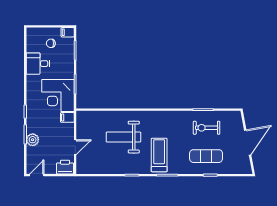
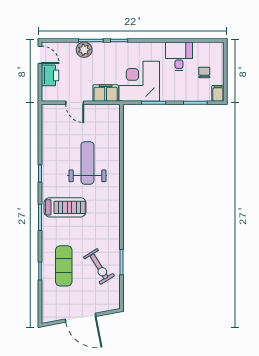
filing cabinet: (67, 117) -> (106, 93), width x2.00
exercise bike: (207, 128) -> (99, 266), turned 148
printer: (65, 167) -> (50, 75), moved

